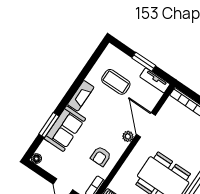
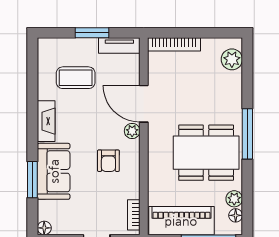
armchair: (101, 156) -> (108, 161), moved

